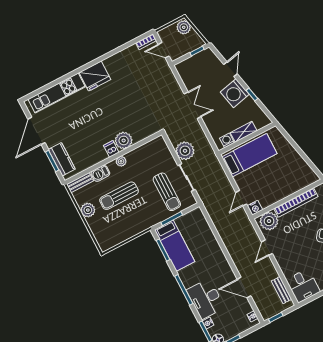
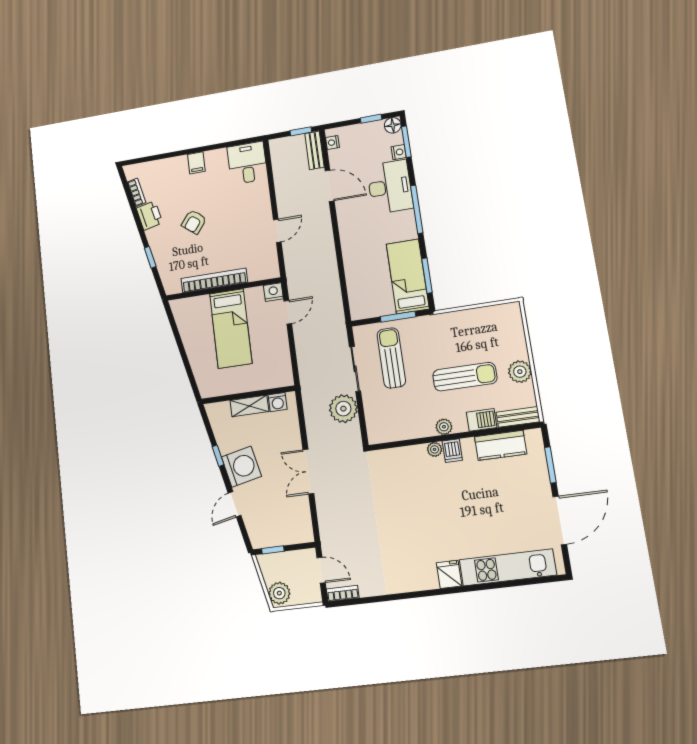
fridge: (95, 76) -> (449, 574), width x0.53, depth x0.75
plant: (124, 140) -> (435, 449), width x0.53, depth x0.53
bed: (249, 155) -> (231, 328), moved, turned -90
kitchen counter: (62, 159) -> (501, 445), moved, turned -90
plant: (269, 221) -> (261, 267), removed
bench: (282, 290) -> (314, 150), moved

